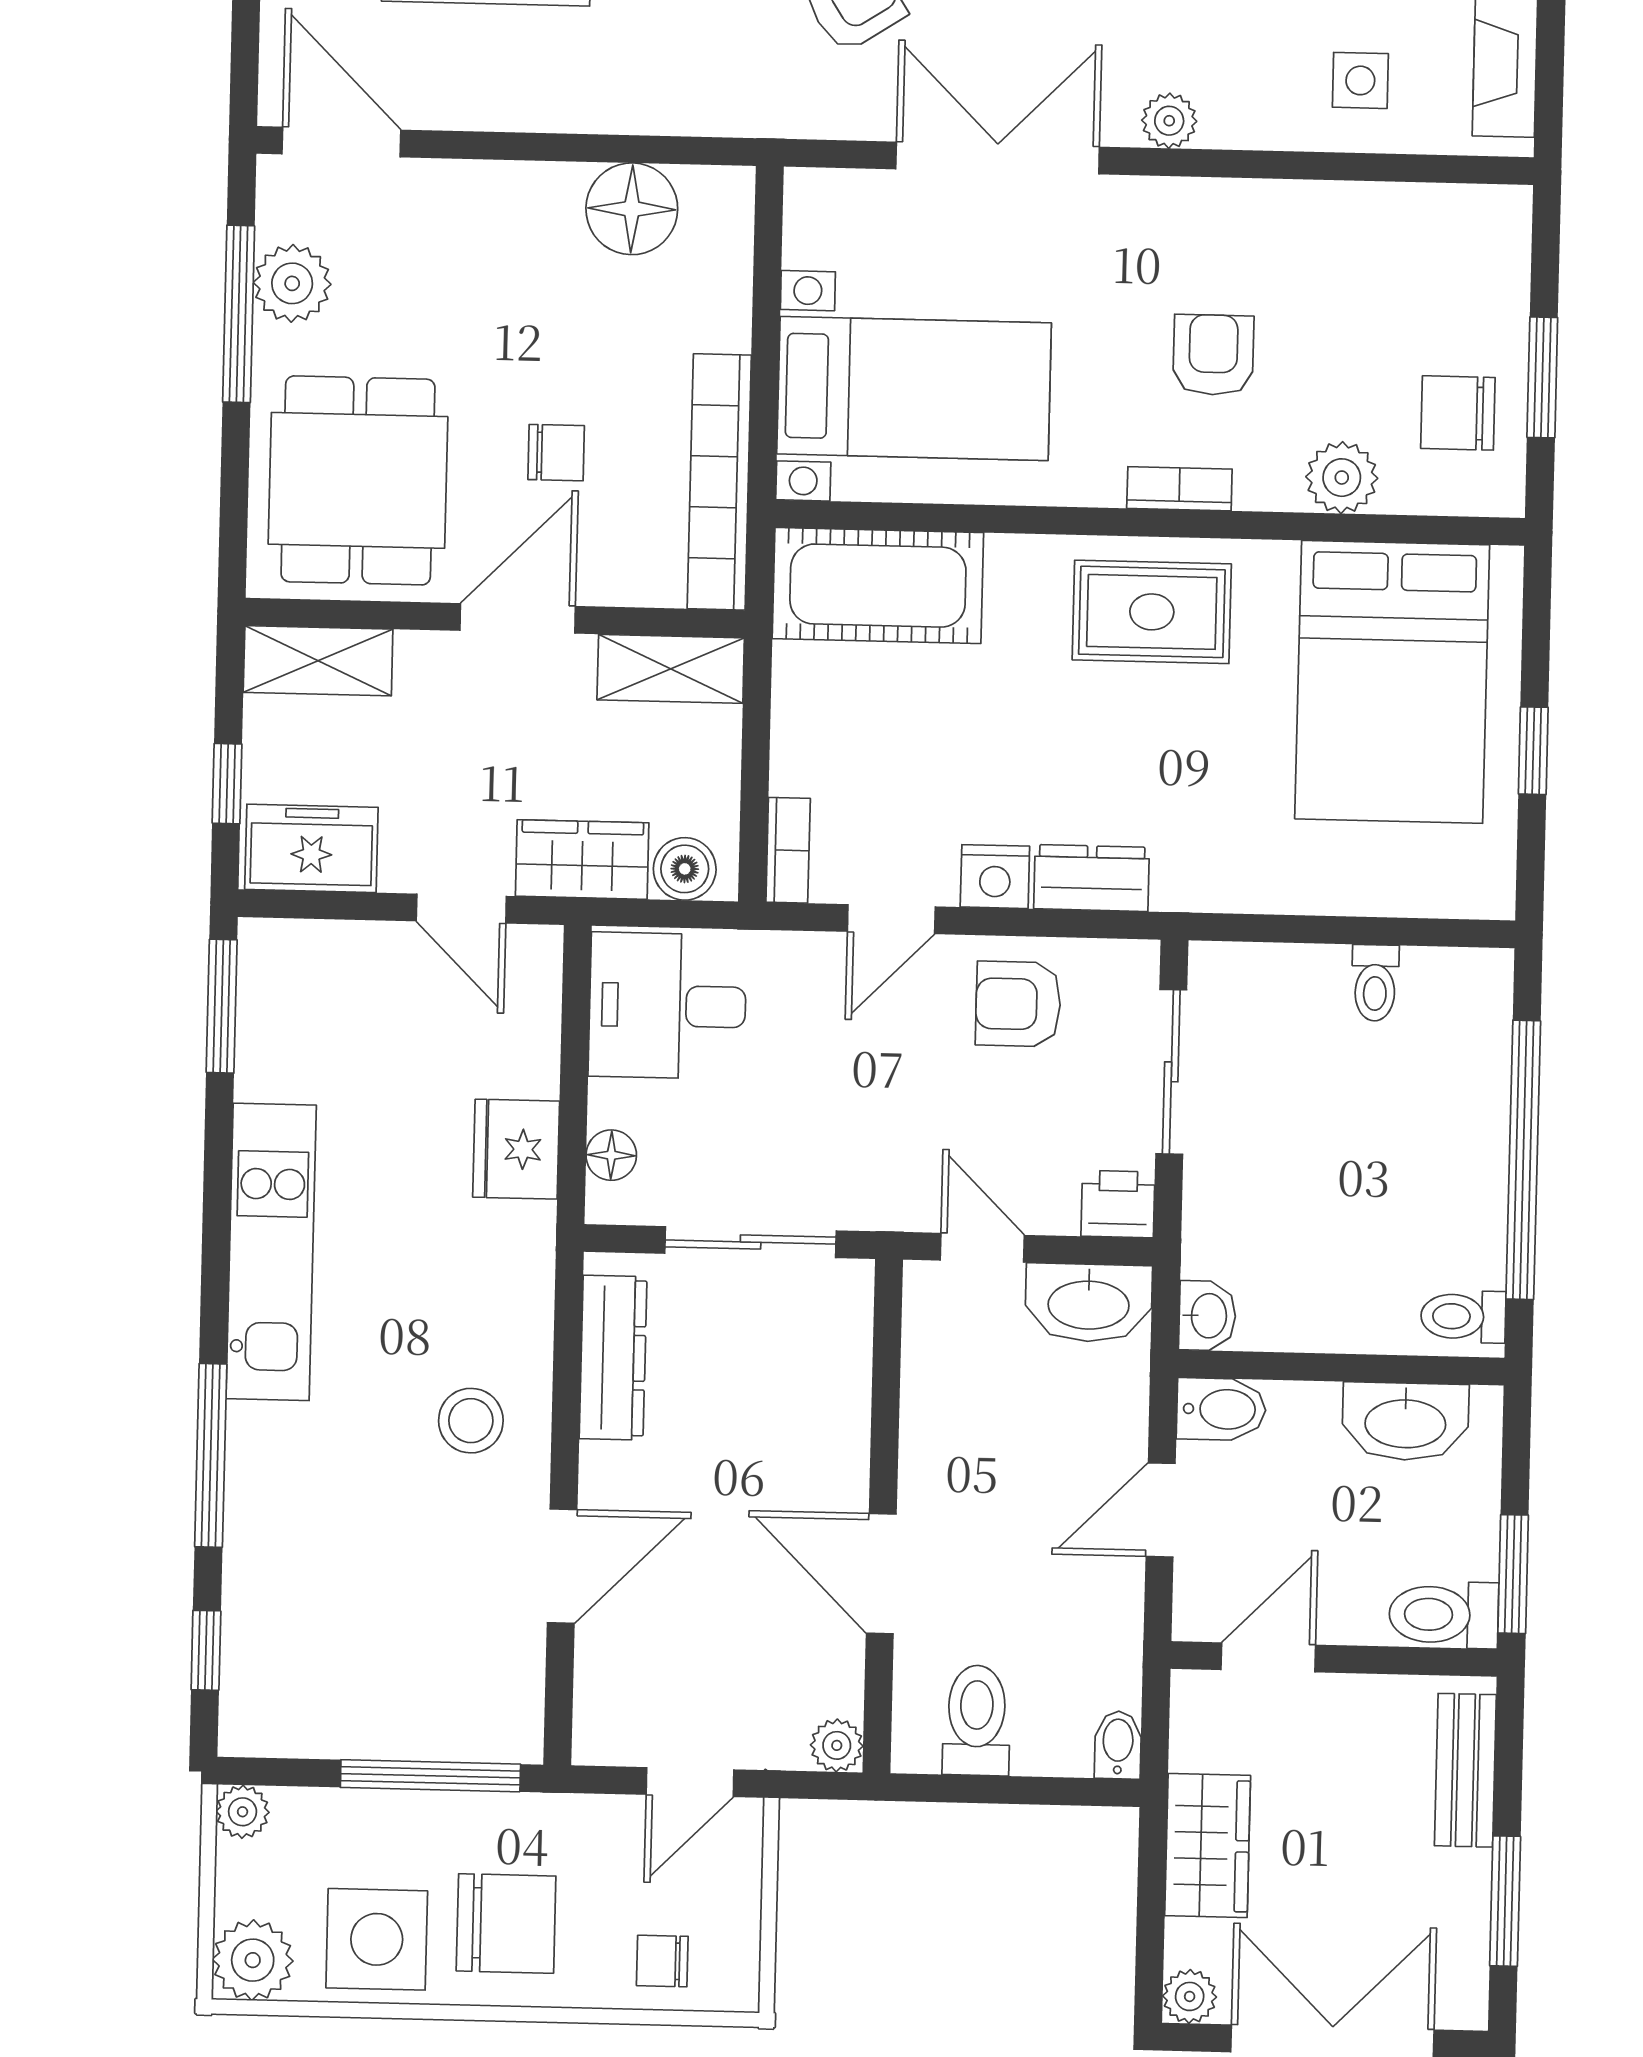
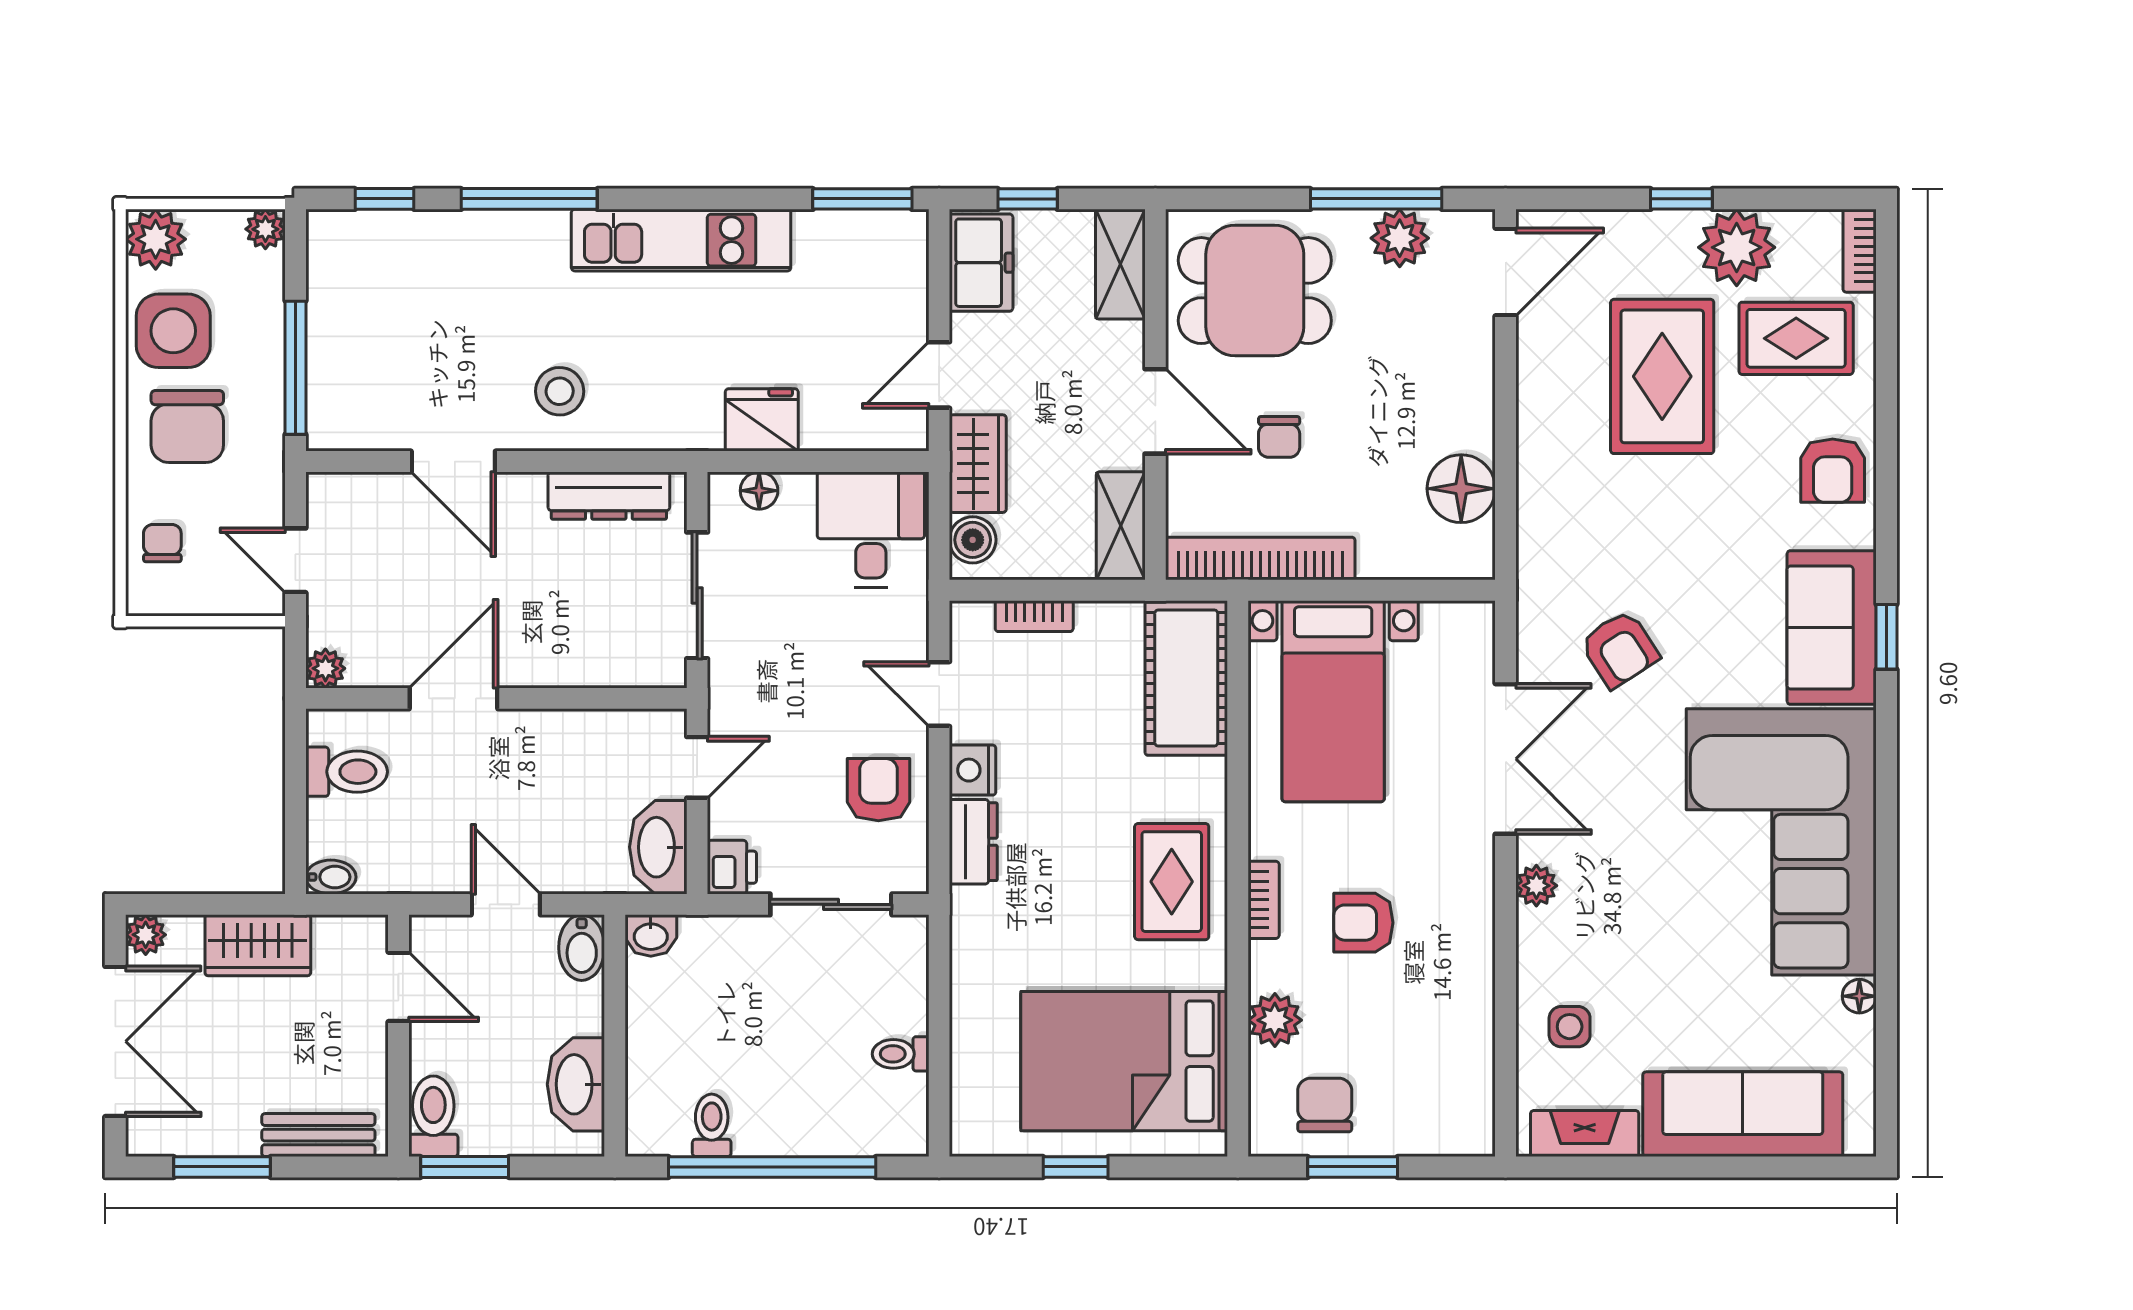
armchair: (1213, 355) -> (1363, 923), turned 180
bookcase: (788, 850) -> (1034, 616), moved
toilet: (1463, 1317) -> (712, 1125), moved

